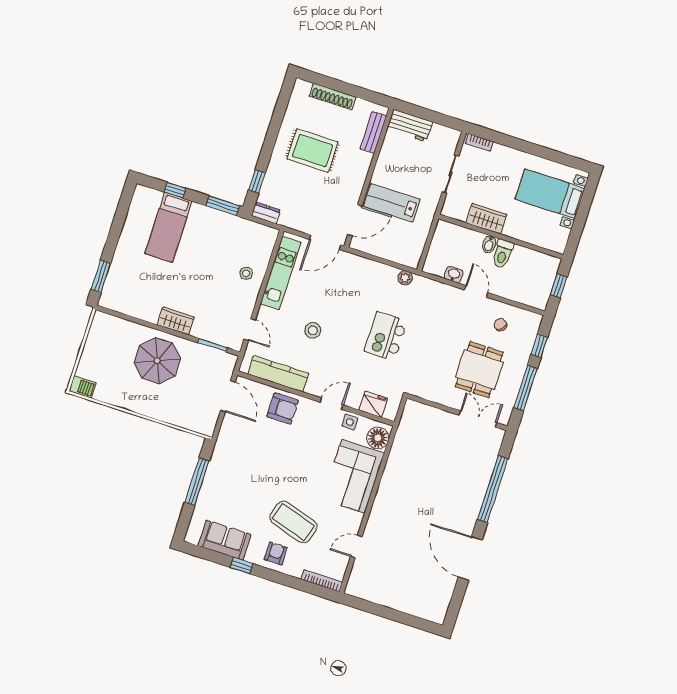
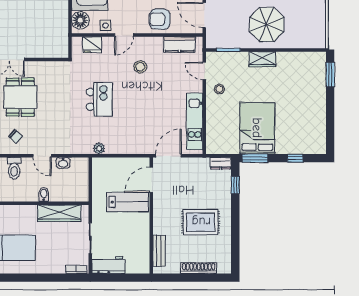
workbench: (410, 126) -> (108, 265), moved
wardrobe: (486, 219) -> (59, 213), width x1.50
bed: (168, 227) -> (257, 128), moved, width x1.50
toilet: (503, 254) -> (14, 168), moved, turned 180
stool: (246, 273) -> (219, 89), moved
stool: (313, 330) -> (140, 67), moved
kitchen counter: (278, 374) -> (179, 44), width x0.67

